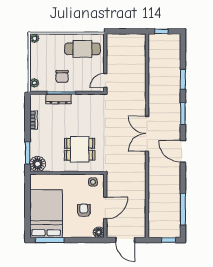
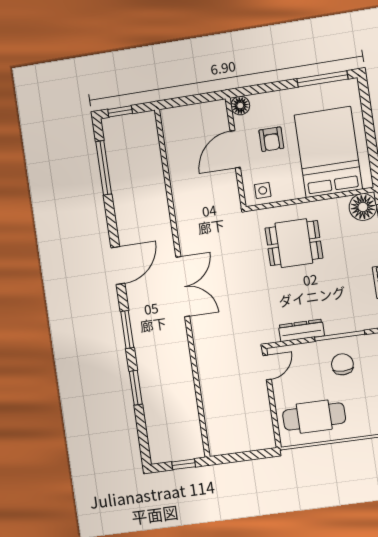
dresser: (59, 99) -> (301, 330), moved
door: (183, 151) -> (118, 266), hinge flipped
bed: (46, 214) -> (328, 152), moved, turned 180
door: (125, 240) -> (193, 100), removed

